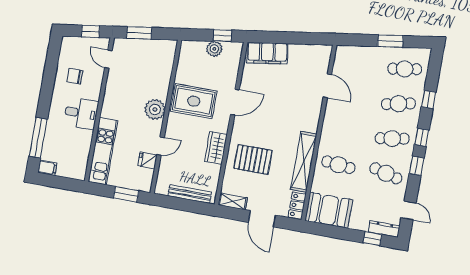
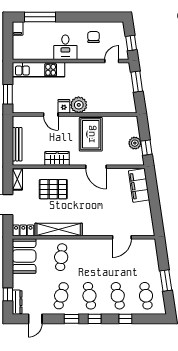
pallet: (253, 159) -> (53, 189), turned 90
fridge: (147, 160) -> (64, 106), moved

